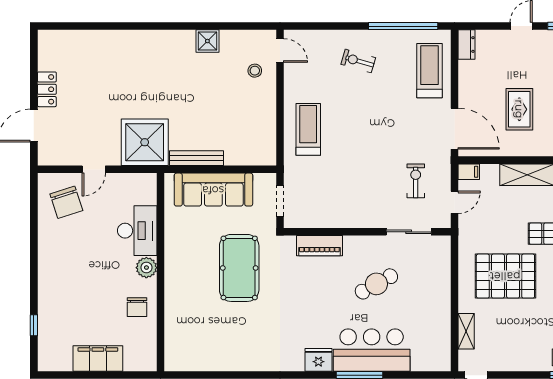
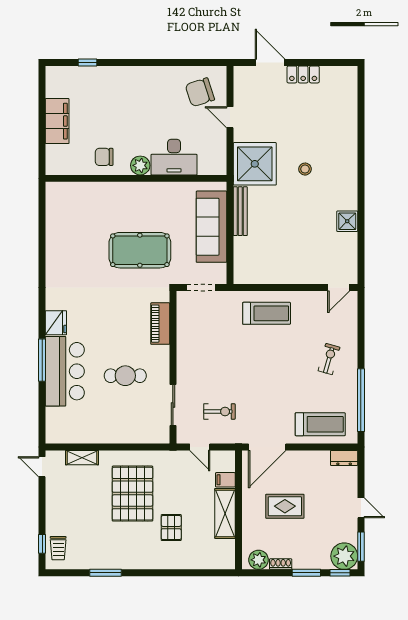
stool: (255, 71) -> (305, 169), moved
filing cabinet: (469, 172) -> (225, 480), moved, turned 90
cafe table: (376, 284) -> (125, 376), turned -61

